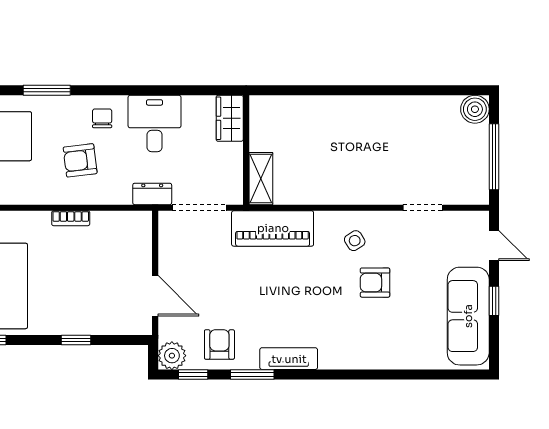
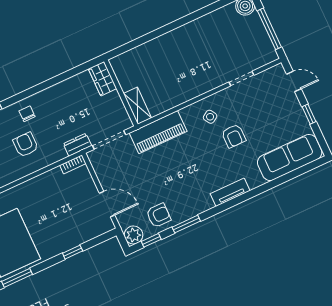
desk: (155, 123) -> (59, 102), removed
armchair: (80, 160) -> (26, 145), turned 97
bookcase: (71, 218) -> (73, 164), moved
armchair: (375, 283) -> (234, 136), turned -90
sofa: (468, 316) -> (290, 158), moved, turned 90
armchair: (219, 344) -> (159, 215), turned 90
tv unit: (289, 359) -> (230, 192), moved

